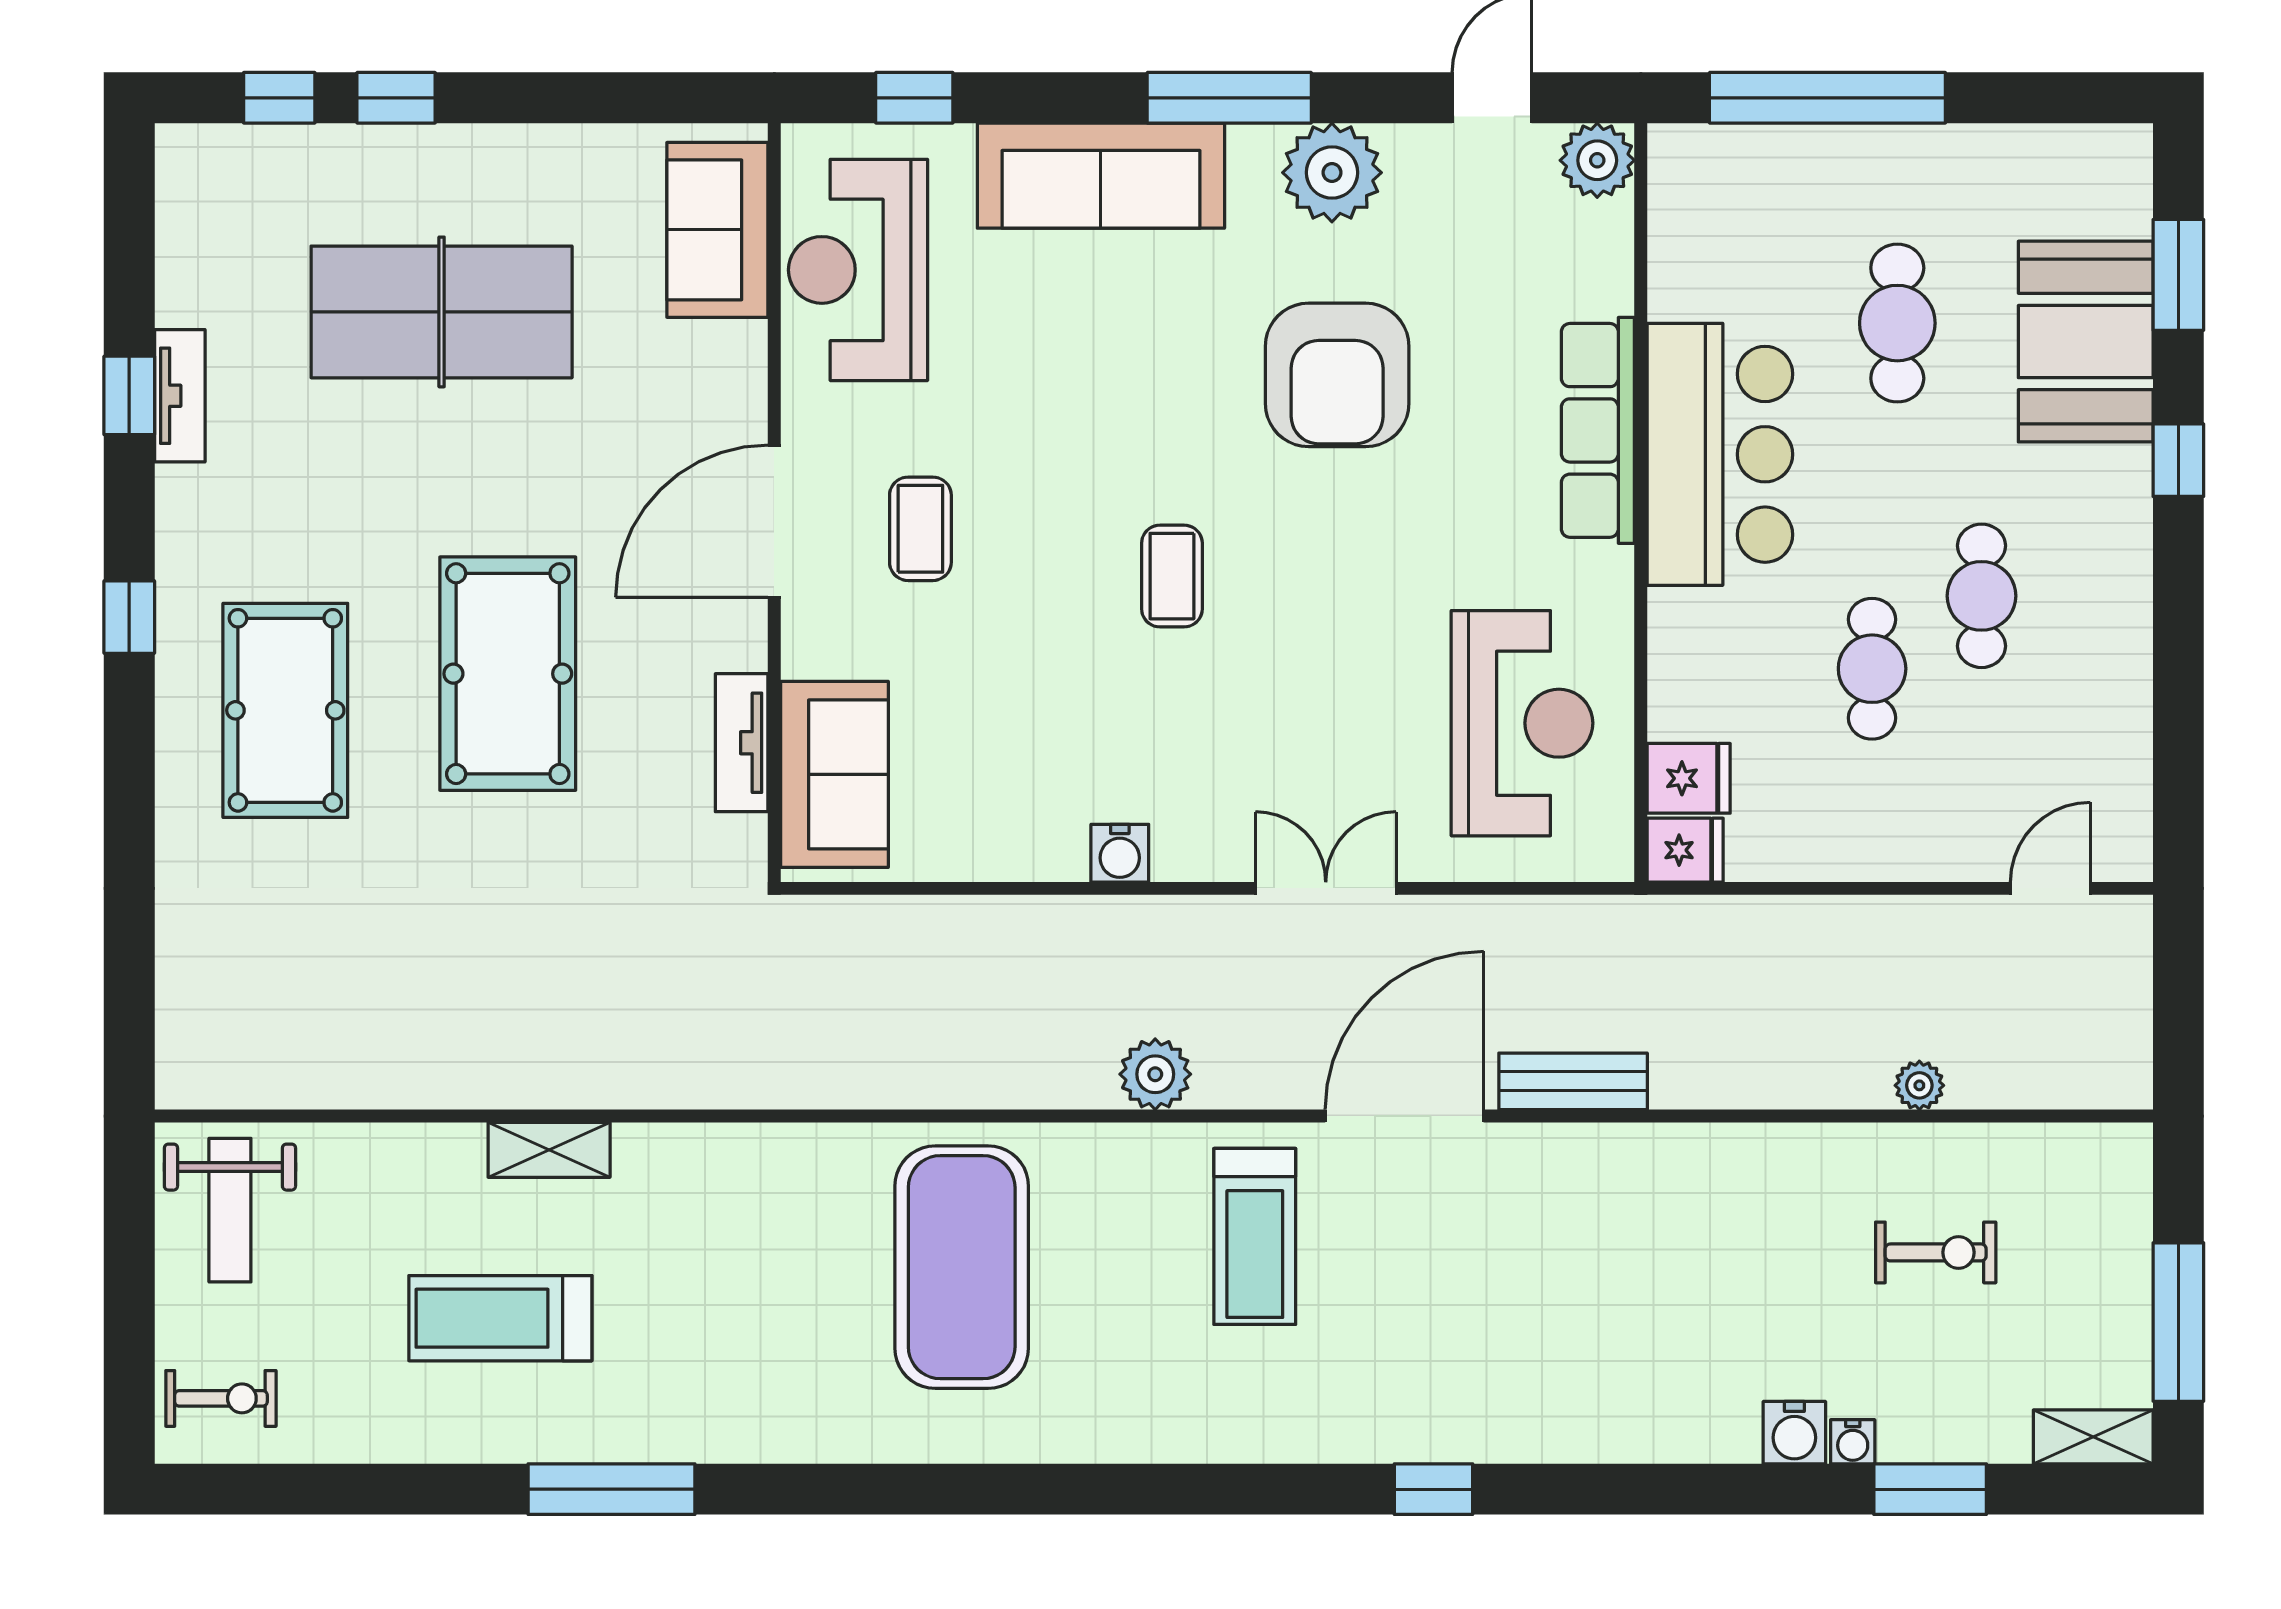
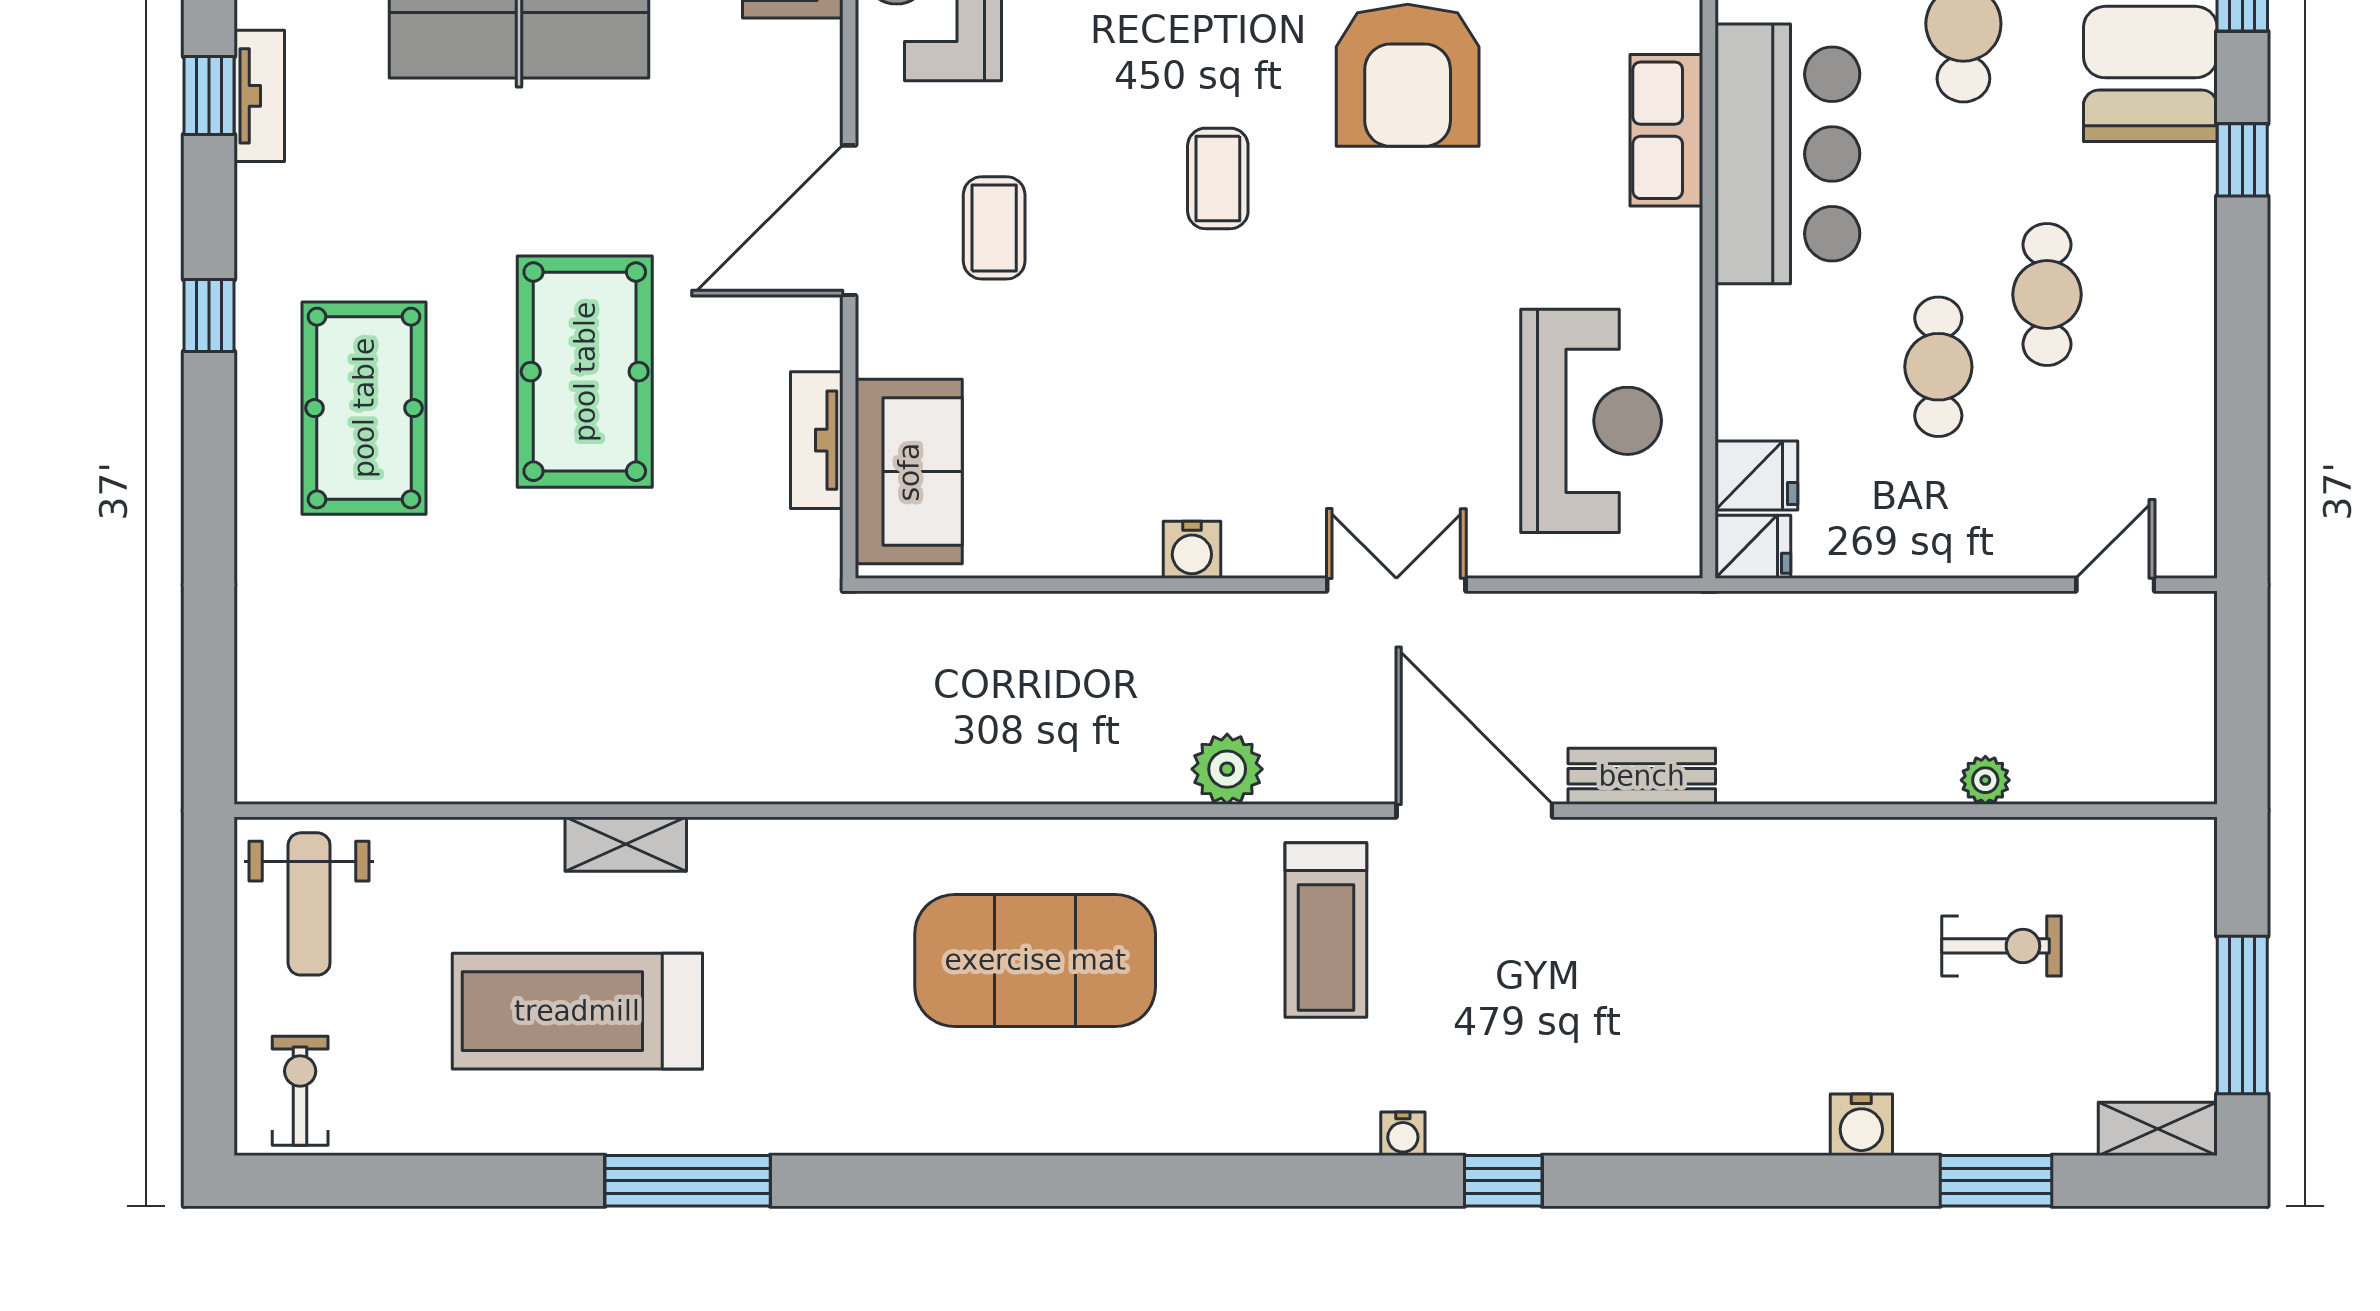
row of seats: (1598, 430) -> (1666, 130), width x0.68
coffee table: (1172, 576) -> (1218, 178), moved
door: (1404, 1116) -> (1474, 811), hinge flipped
exercise mat: (962, 1267) -> (1035, 960), turned 90
treadmill: (500, 1318) -> (577, 1011), width x1.37, depth x1.38
exercise bike: (221, 1398) -> (300, 1091), turned -90
water cooler: (1853, 1442) -> (1403, 1134), moved

